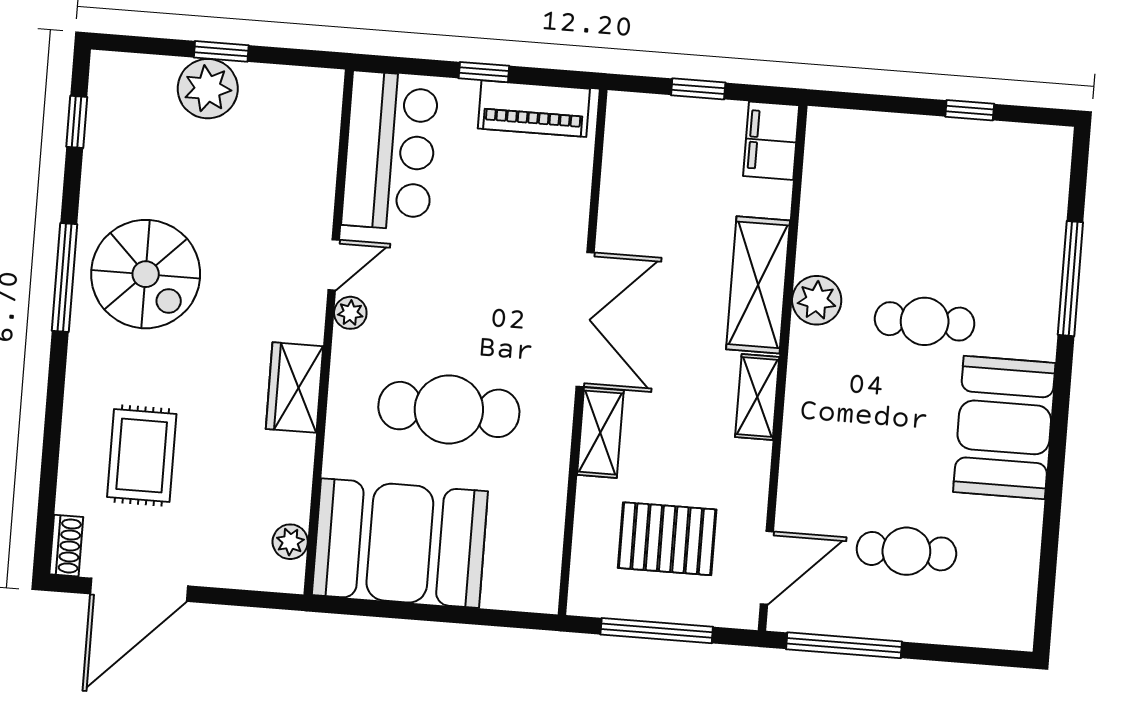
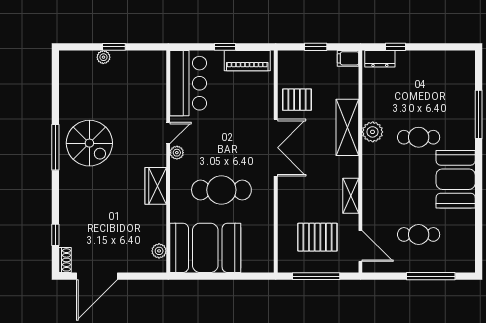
plant: (208, 89) -> (103, 57), width x0.53, depth x0.53
window: (970, 110) -> (396, 47), moved
window: (77, 122) -> (55, 235), moved
dresser: (848, 129) -> (380, 59), added
filing cabinet: (771, 141) -> (348, 58), width x0.50
pallet: (644, 210) -> (297, 100), added
shelving: (757, 397) -> (351, 196), moved
shelving: (600, 433) -> (286, 195), removed
rug: (142, 456) -> (94, 220), removed
door: (767, 568) -> (360, 246), hinge flipped
window: (844, 645) -> (431, 276), moved

